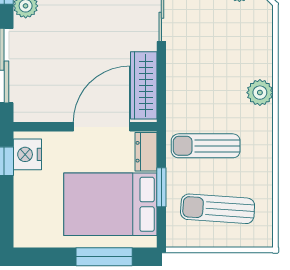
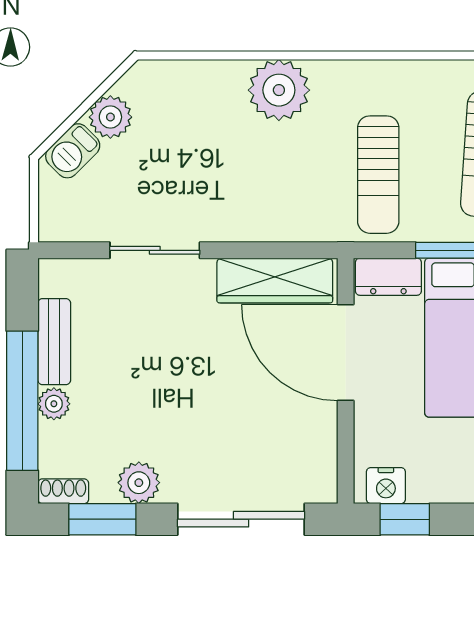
plant: (260, 93) -> (279, 90), width x1.36, depth x1.36
nightstand: (27, 154) -> (386, 486), width x0.74, depth x0.75

